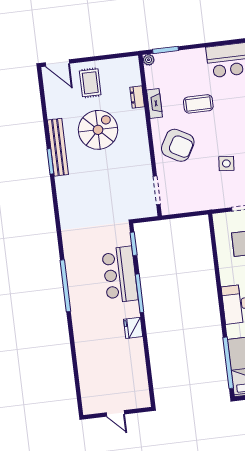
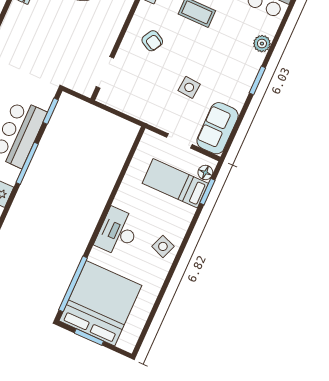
armchair: (178, 145) -> (152, 41), width x0.53, depth x0.53

